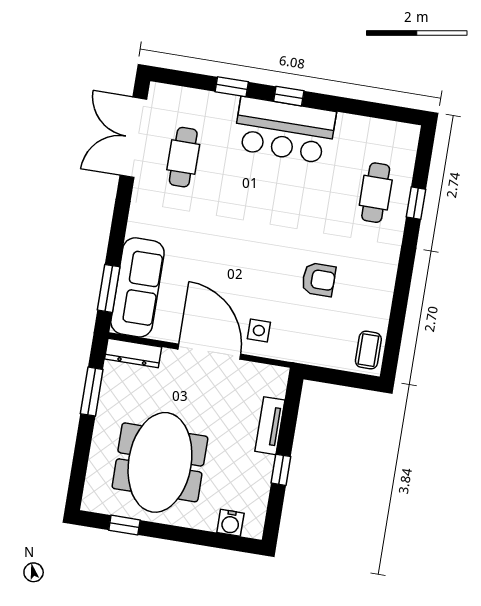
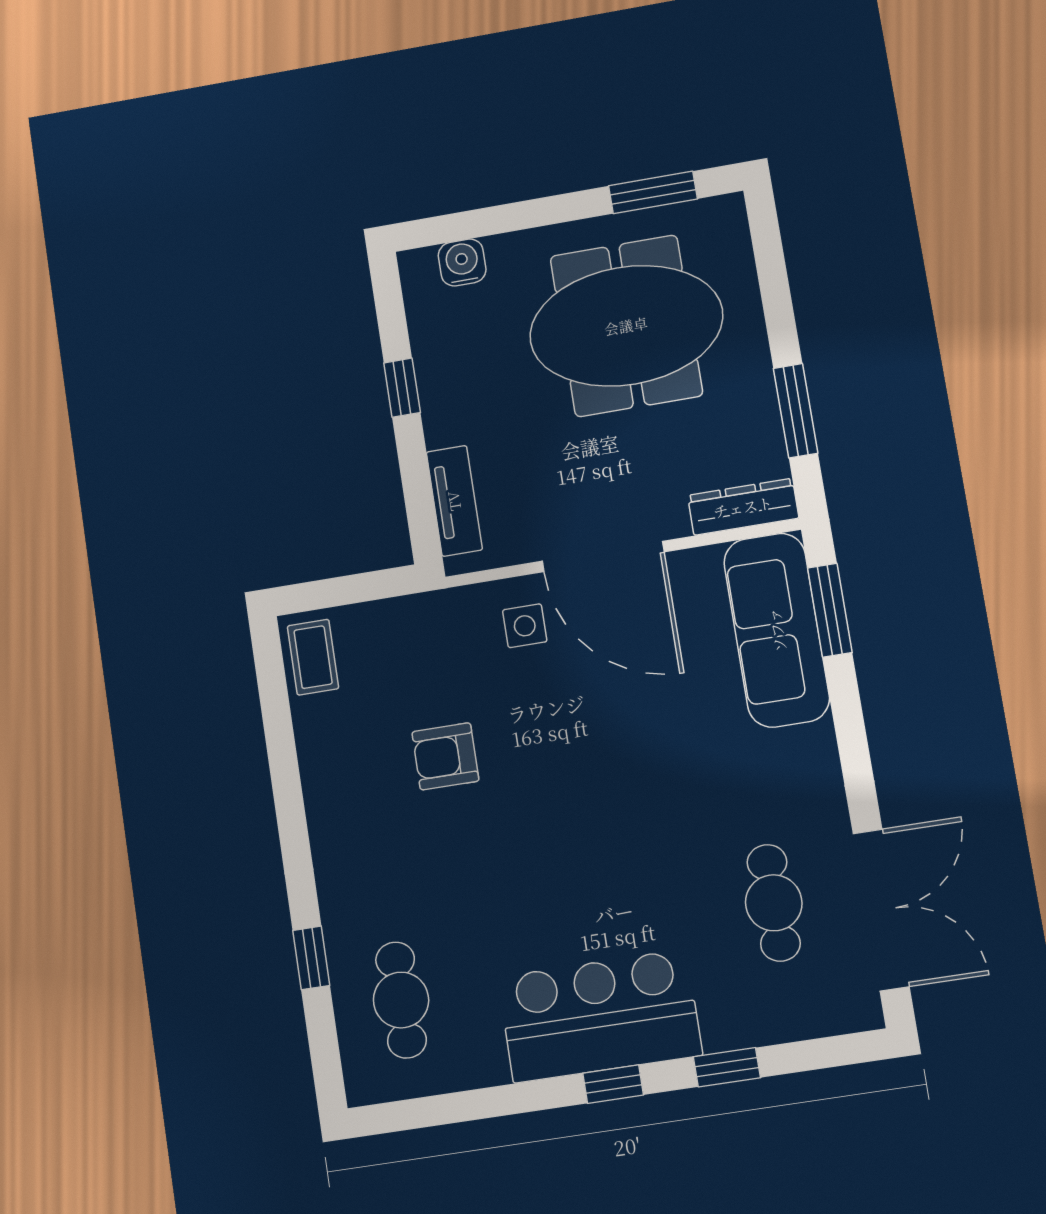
cafe table: (376, 193) -> (401, 1000), moved
tv unit: (270, 426) -> (454, 501), moved
meeting table: (160, 462) -> (626, 326), turned 90
window: (124, 525) -> (653, 192), width x1.50

